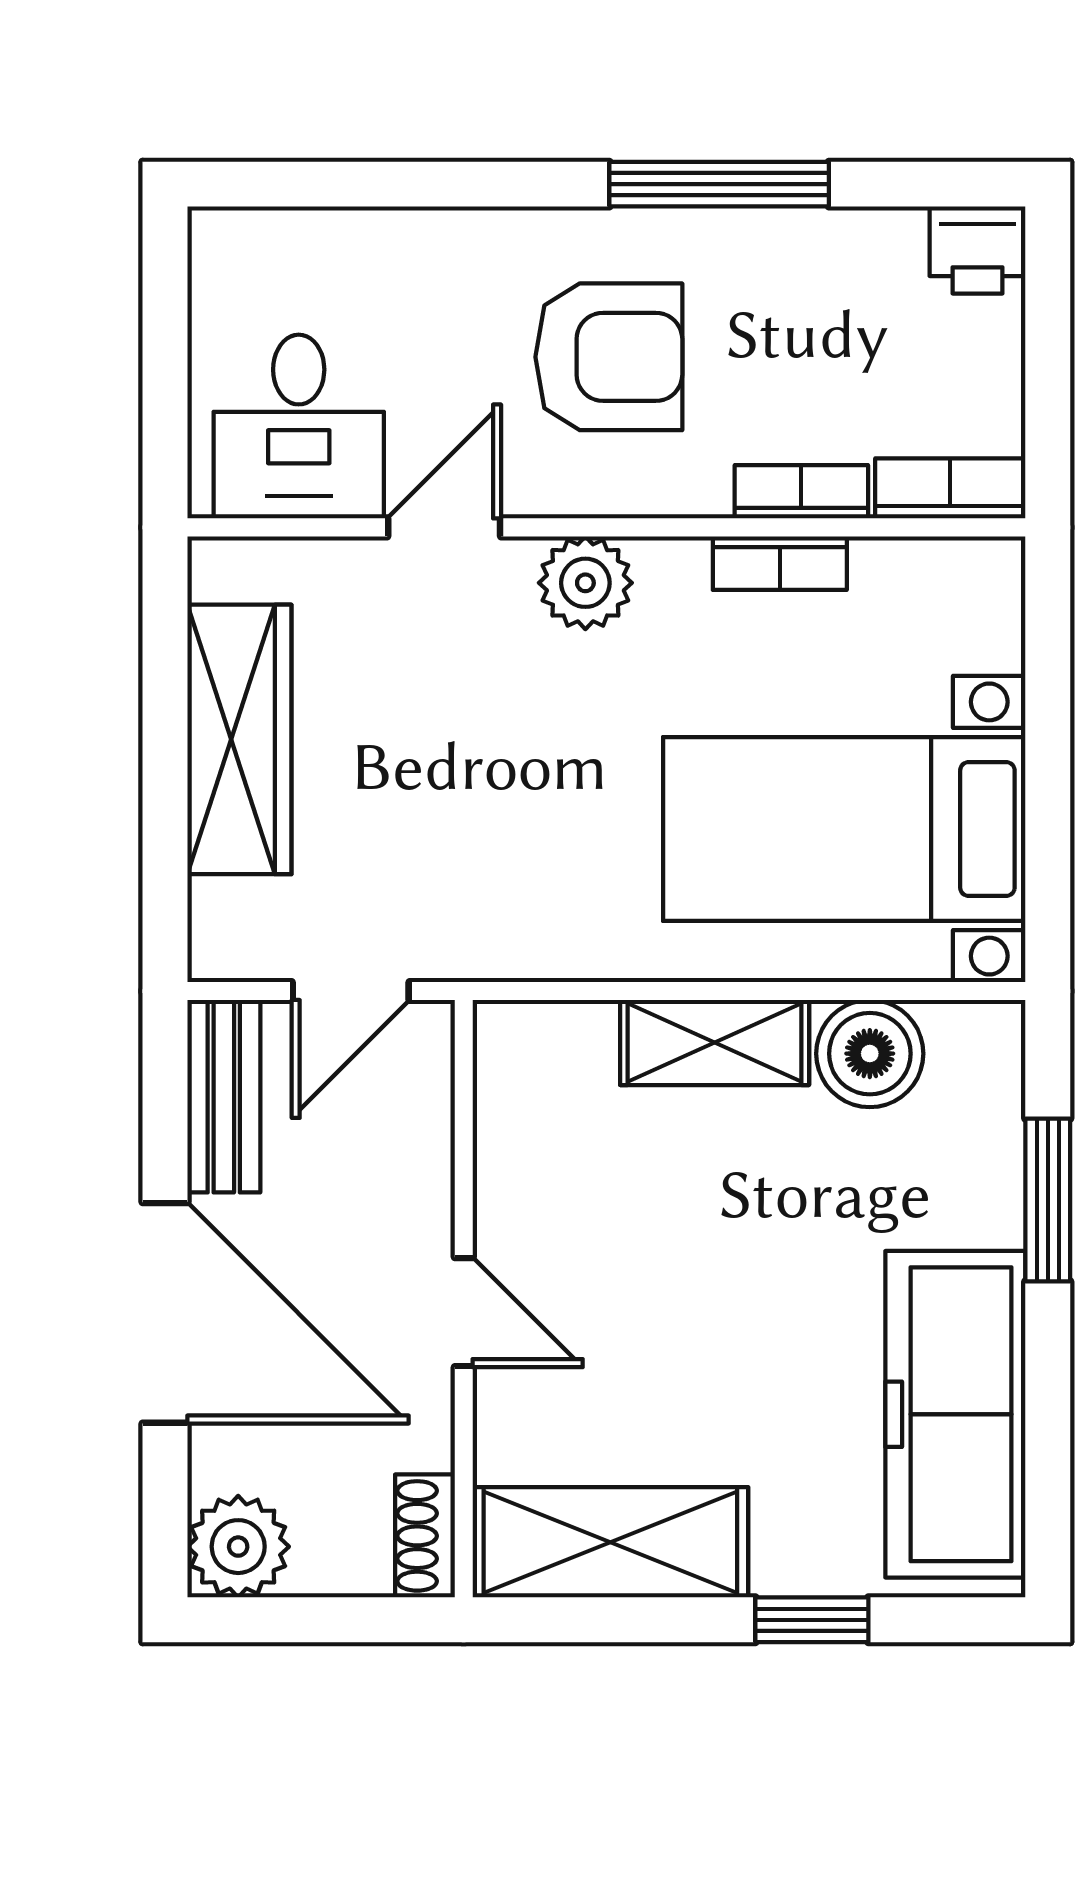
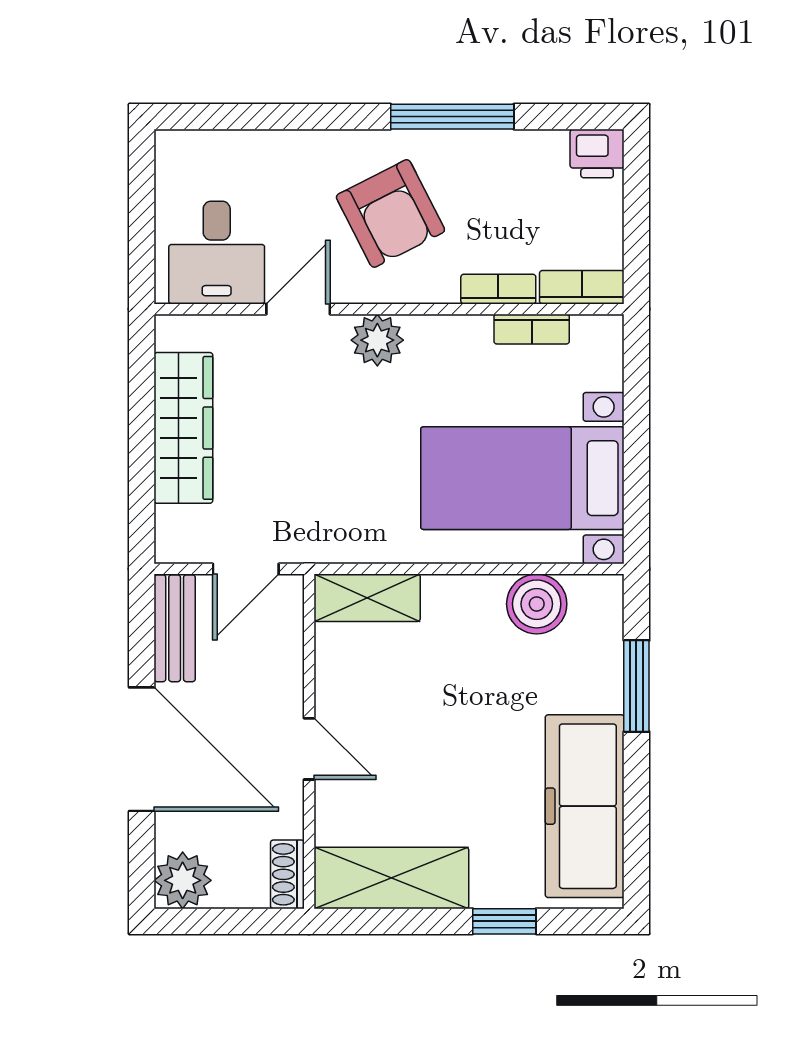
armchair: (609, 357) -> (390, 213), turned 63
bookcase: (780, 563) -> (532, 329), moved
shelving: (715, 1043) -> (367, 598), moved

